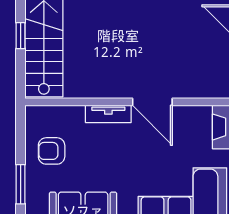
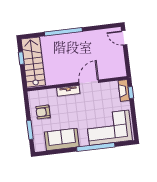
door: (152, 102) -> (89, 82), swing flipped

